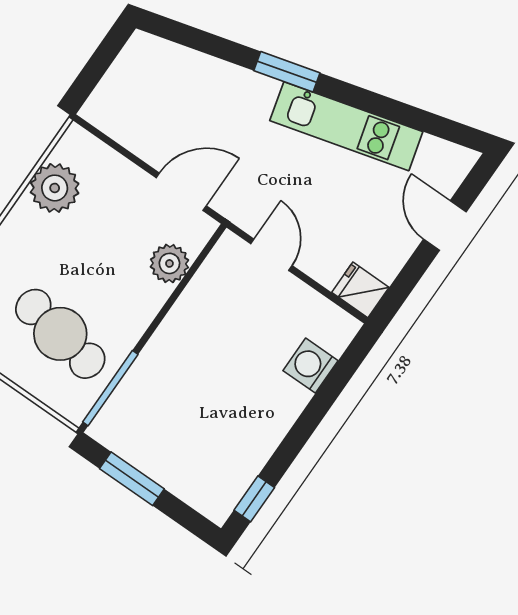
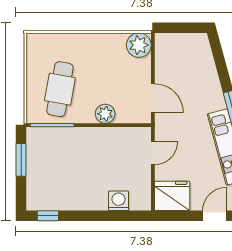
plant: (55, 188) -> (139, 45), moved
plant: (169, 263) -> (105, 114), moved
fridge: (360, 290) -> (172, 196), width x1.88, depth x1.34

